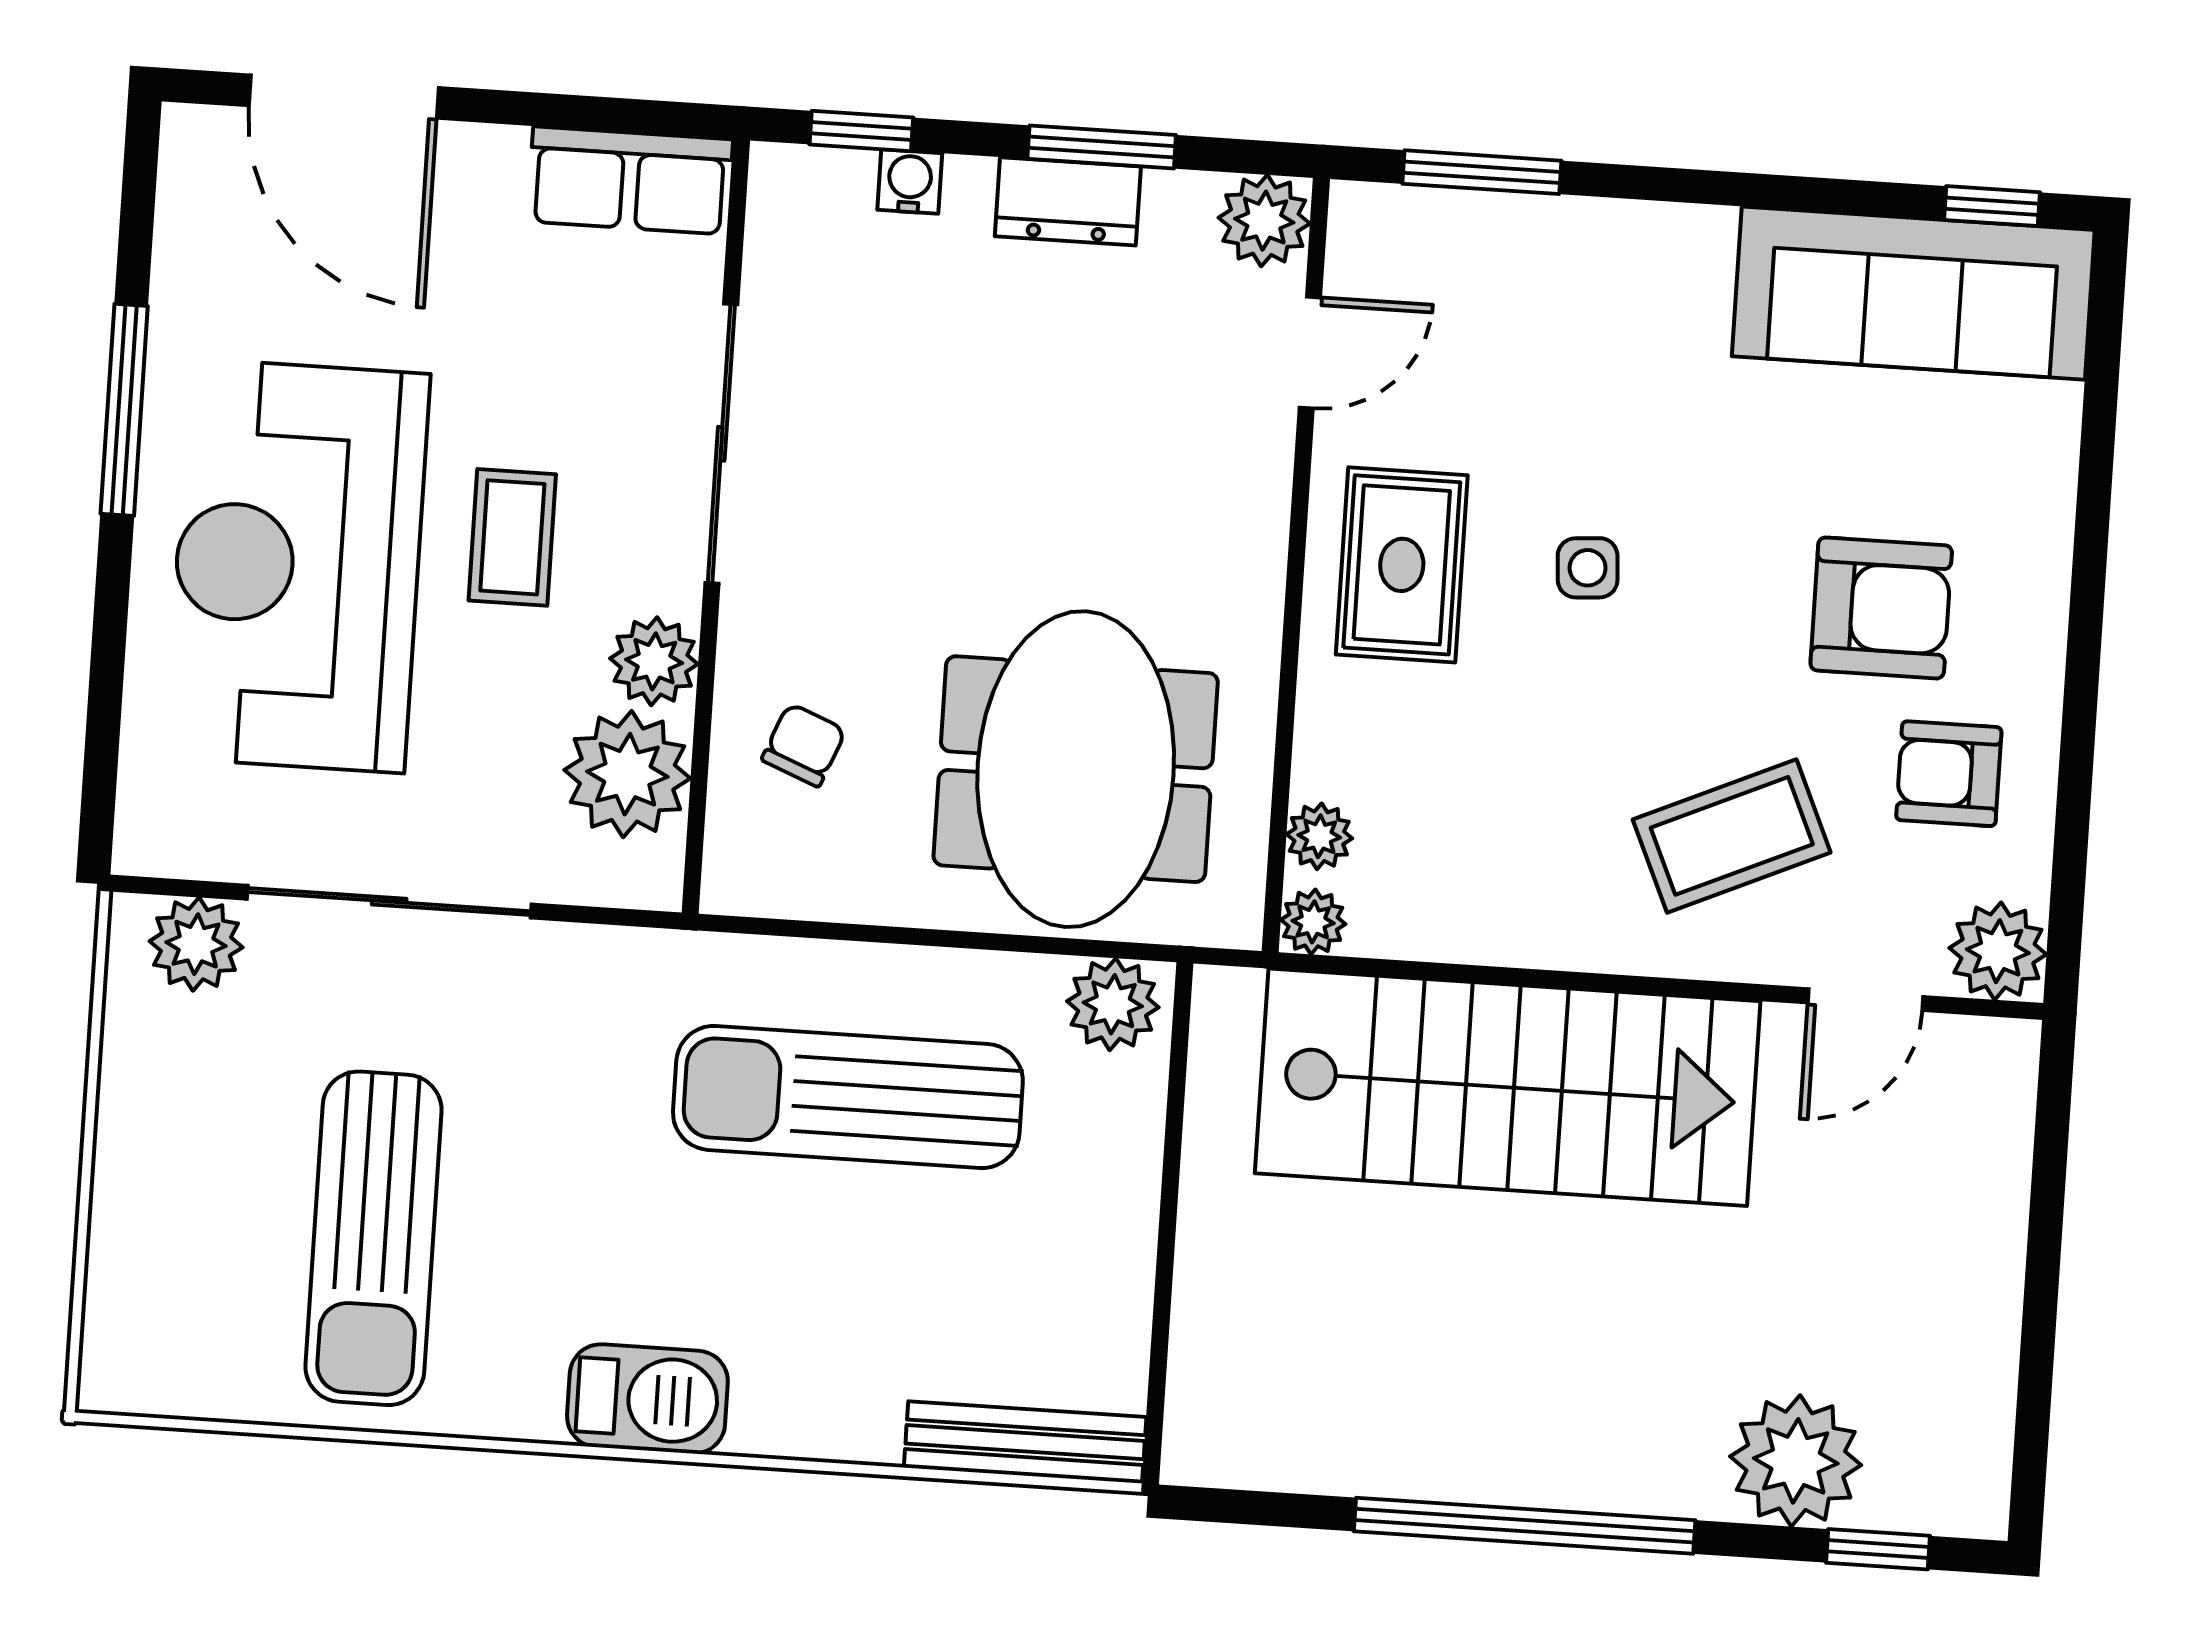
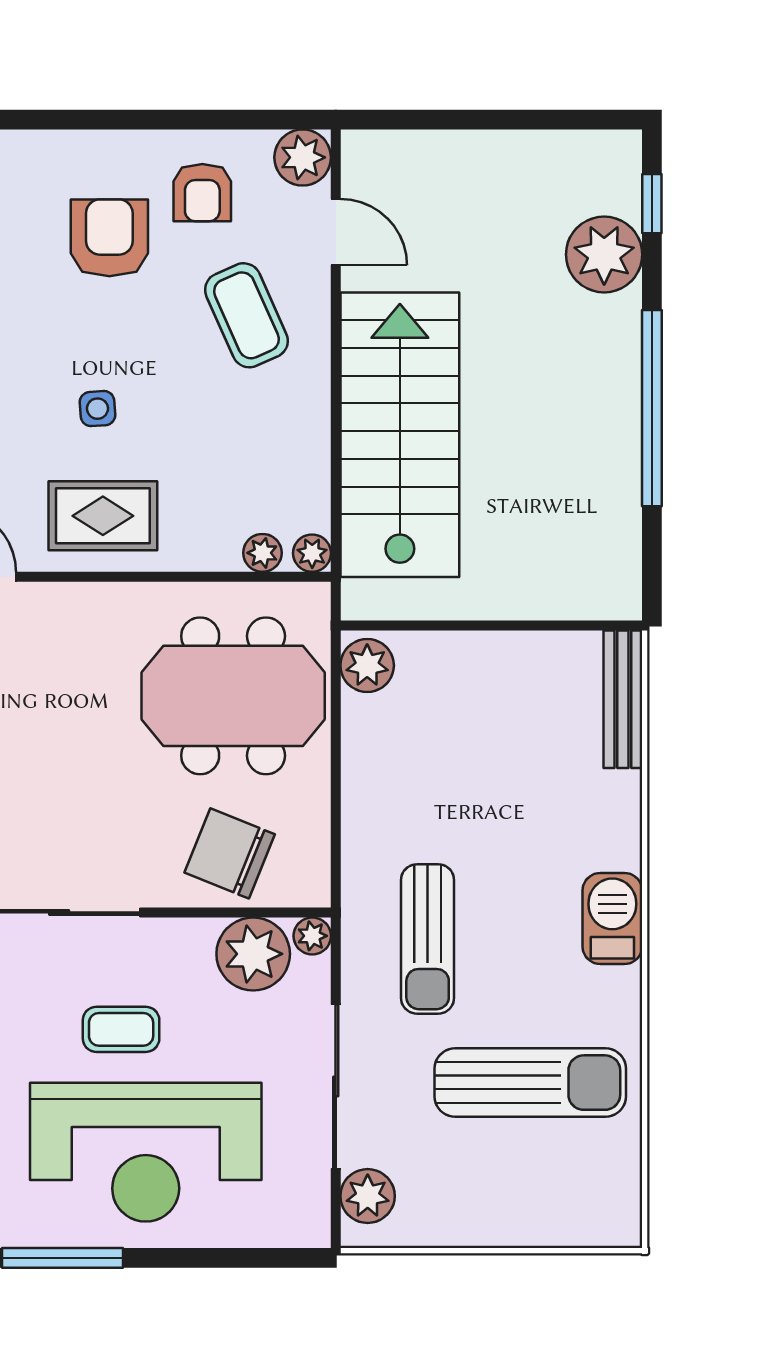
plant: (654, 661) -> (312, 936), moved, width x0.73, depth x0.73
chair: (804, 745) -> (230, 853), width x1.87, depth x1.87
sun lounger: (848, 1097) -> (428, 939), moved, width x0.73, depth x0.75

